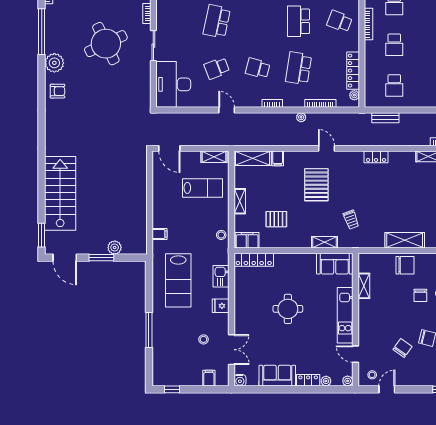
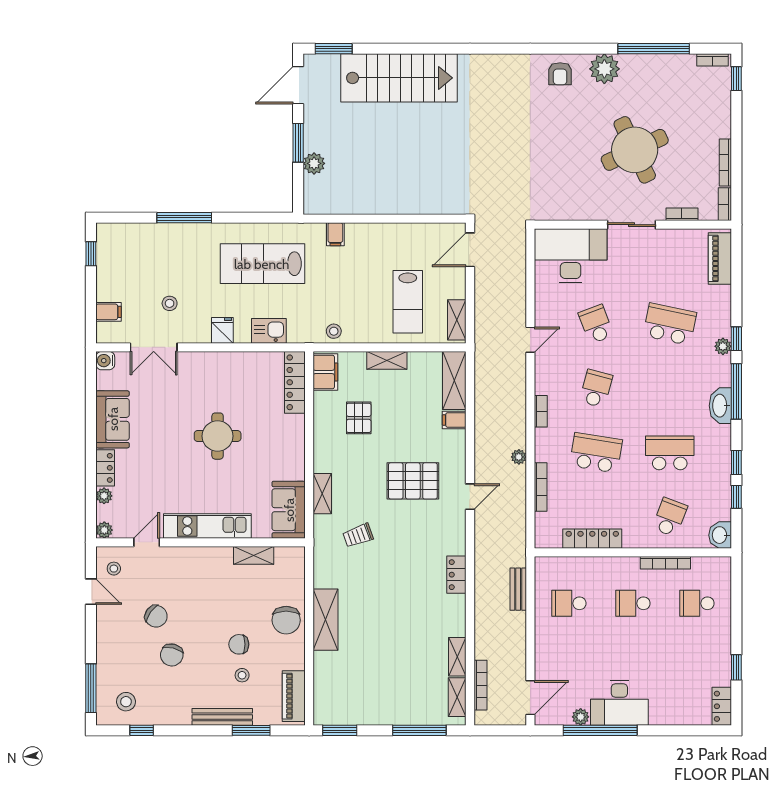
plant: (354, 95) -> (553, 541), removed

